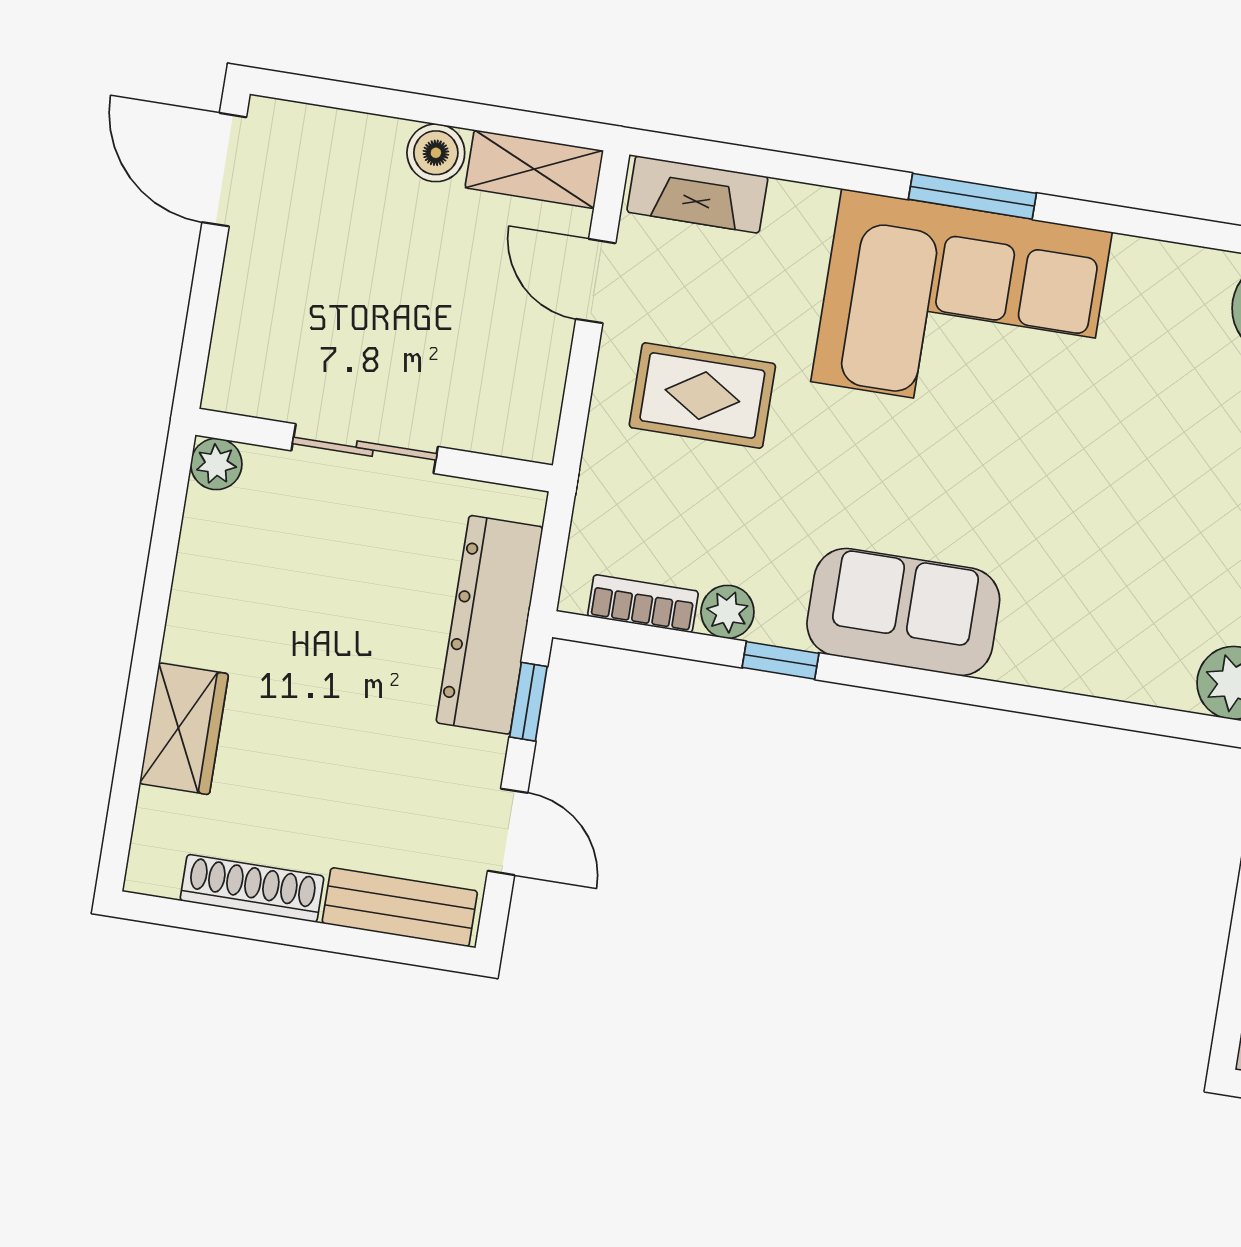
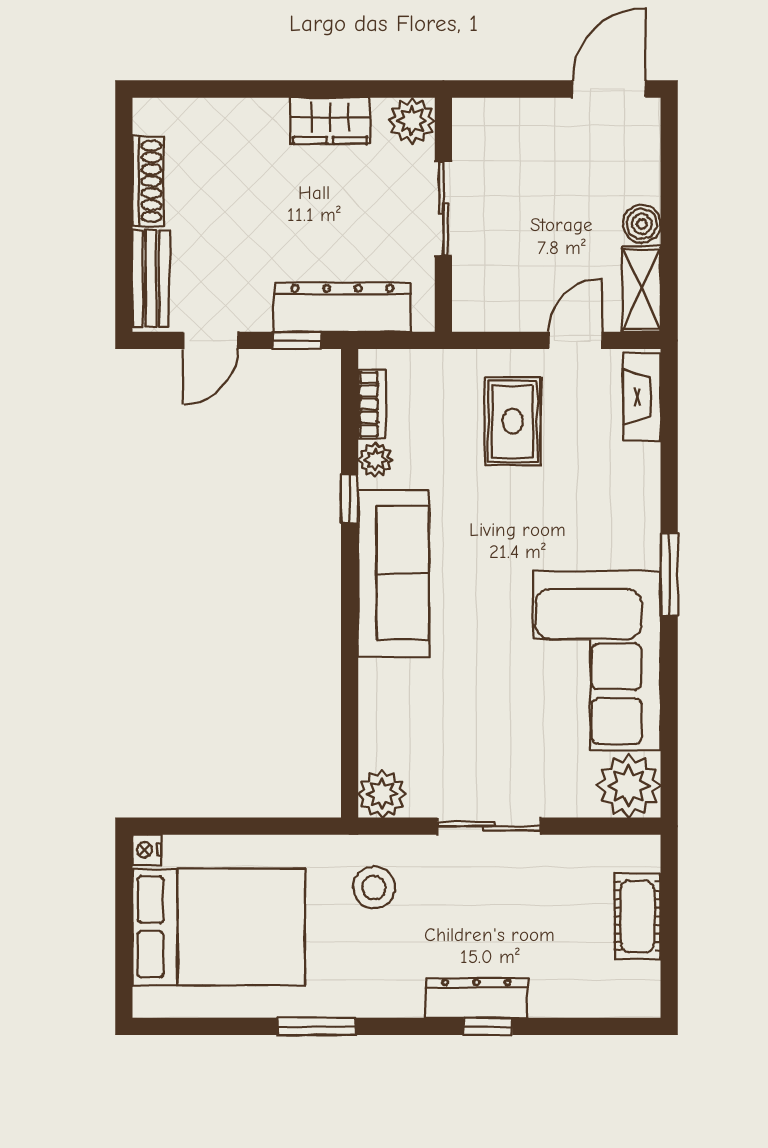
corner sofa: (962, 307) -> (597, 661), moved
plant: (216, 464) -> (412, 121), width x1.38, depth x1.38
sofa: (903, 612) -> (394, 573), width x1.36
wardrobe: (184, 729) -> (330, 121), moved

